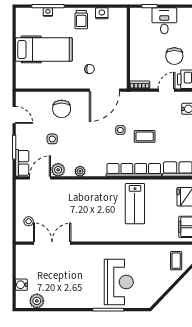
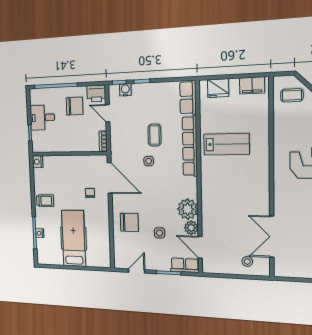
nightstand: (102, 13) -> (38, 162), moved
plant: (80, 171) -> (188, 209), width x1.88, depth x1.88

